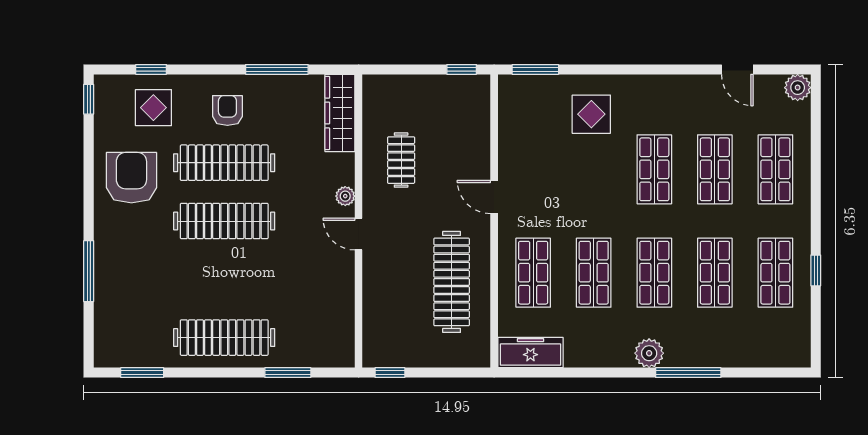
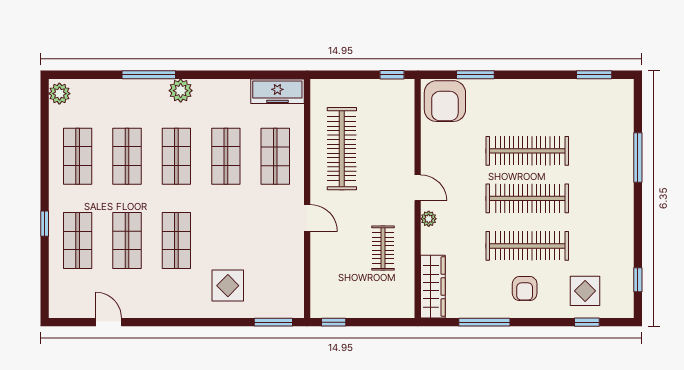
plant: (798, 88) -> (59, 94), moved
window: (89, 99) -> (638, 280), moved
armchair: (131, 178) -> (445, 101), moved
window: (816, 270) -> (45, 224), moved
clothes rail: (224, 338) -> (527, 151), moved

